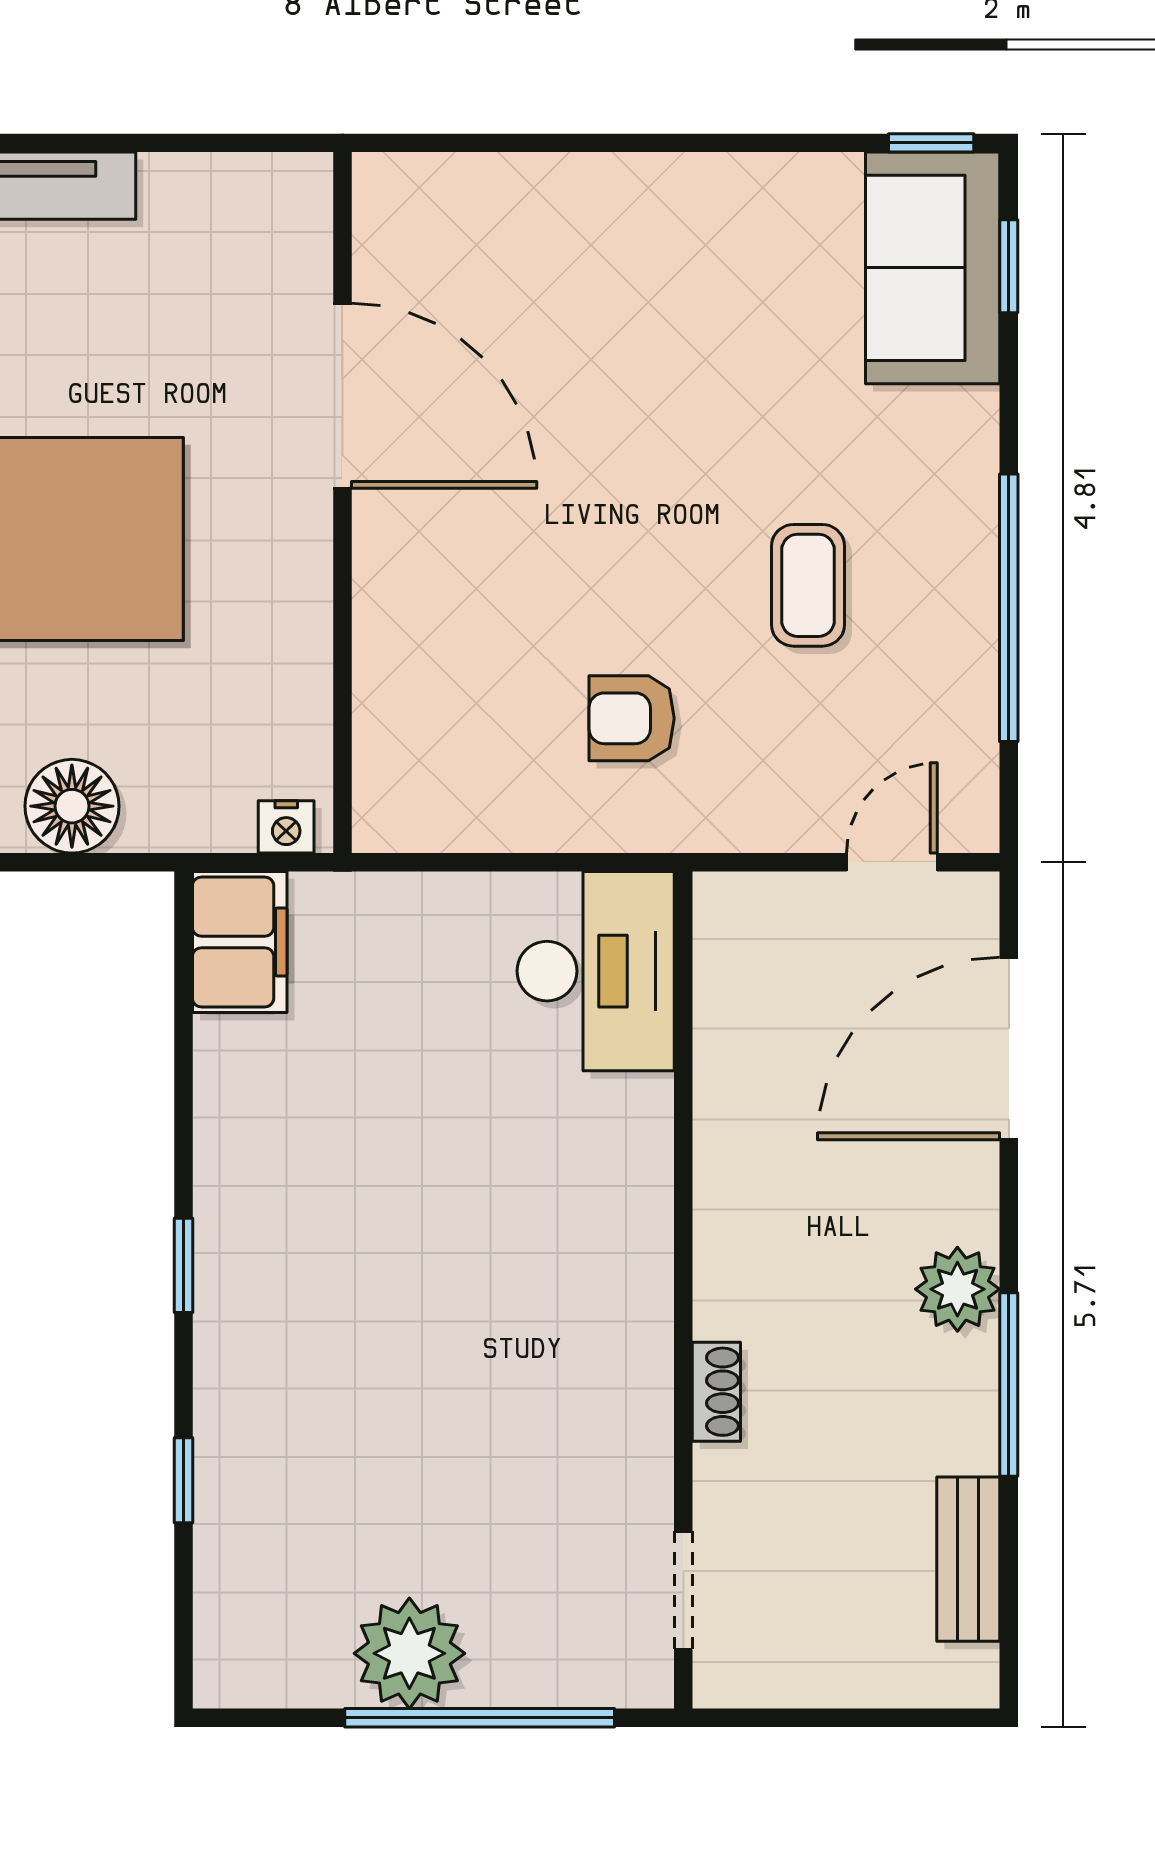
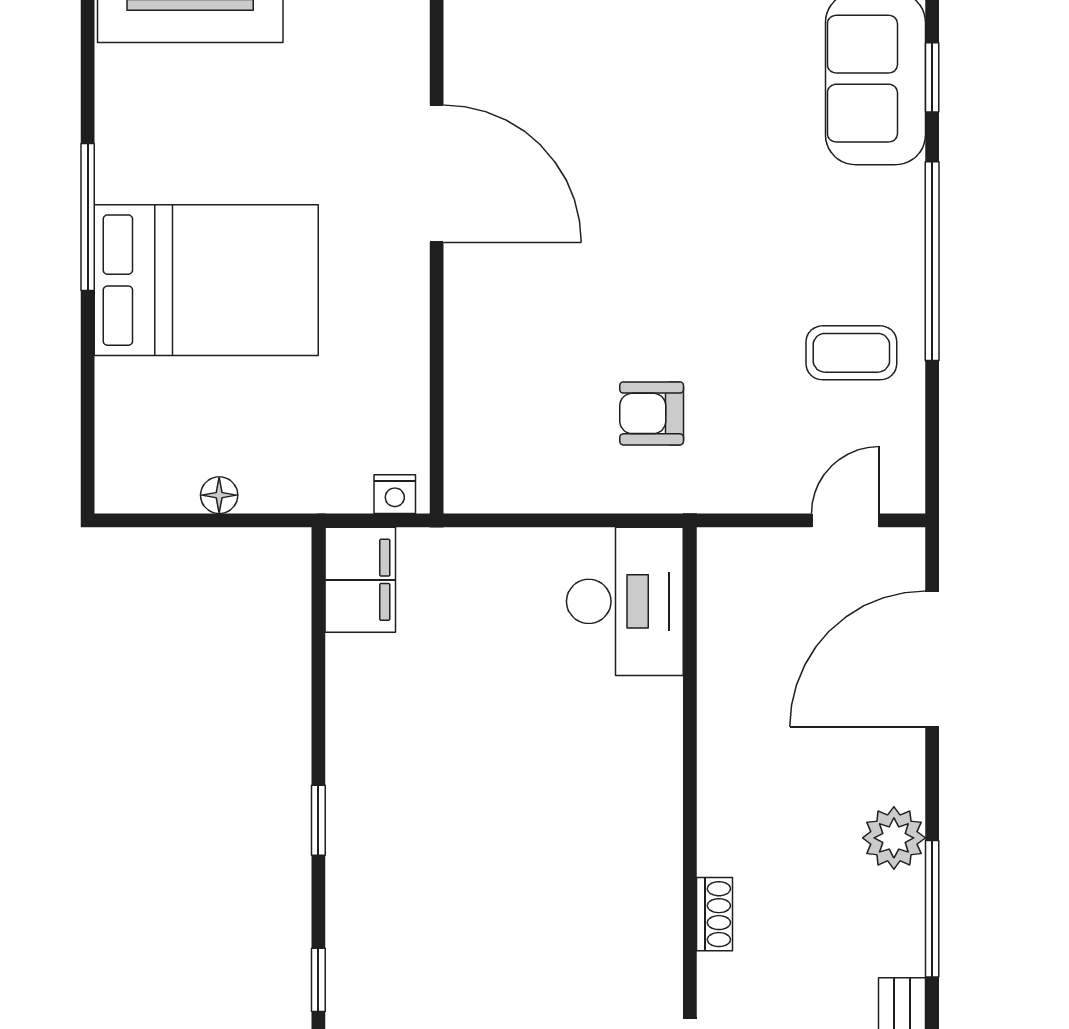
coffee table: (808, 585) -> (851, 353), moved, turned 90
window: (1009, 608) -> (932, 261), moved
floor lamp: (72, 806) -> (219, 495), width x0.53, depth x0.53

